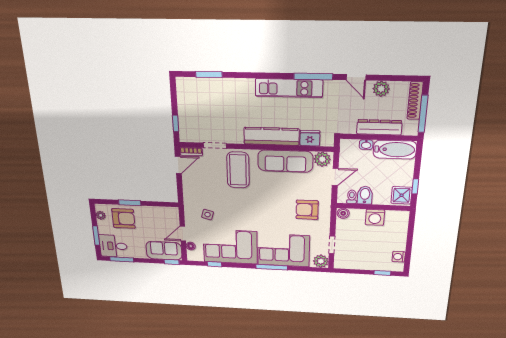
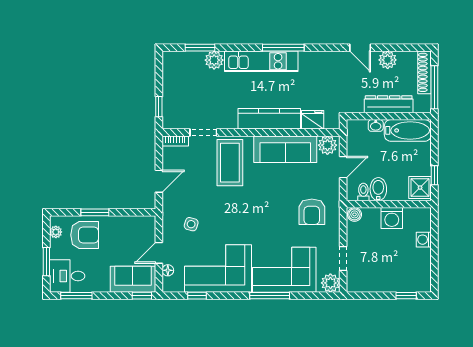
window: (313, 76) -> (283, 48), moved
plant: (222, 86) -> (214, 60), added
kitchen unit: (289, 88) -> (261, 61), moved
door: (178, 165) -> (159, 181), moved
armchair: (307, 210) -> (312, 212), turned -90
washing machine: (399, 257) -> (424, 240), moved

